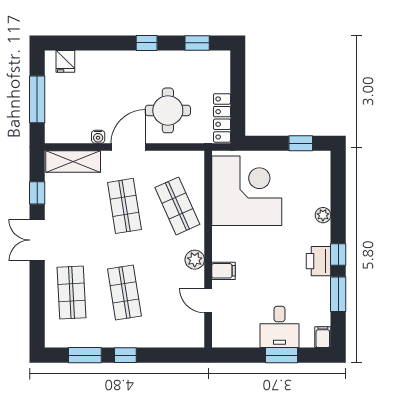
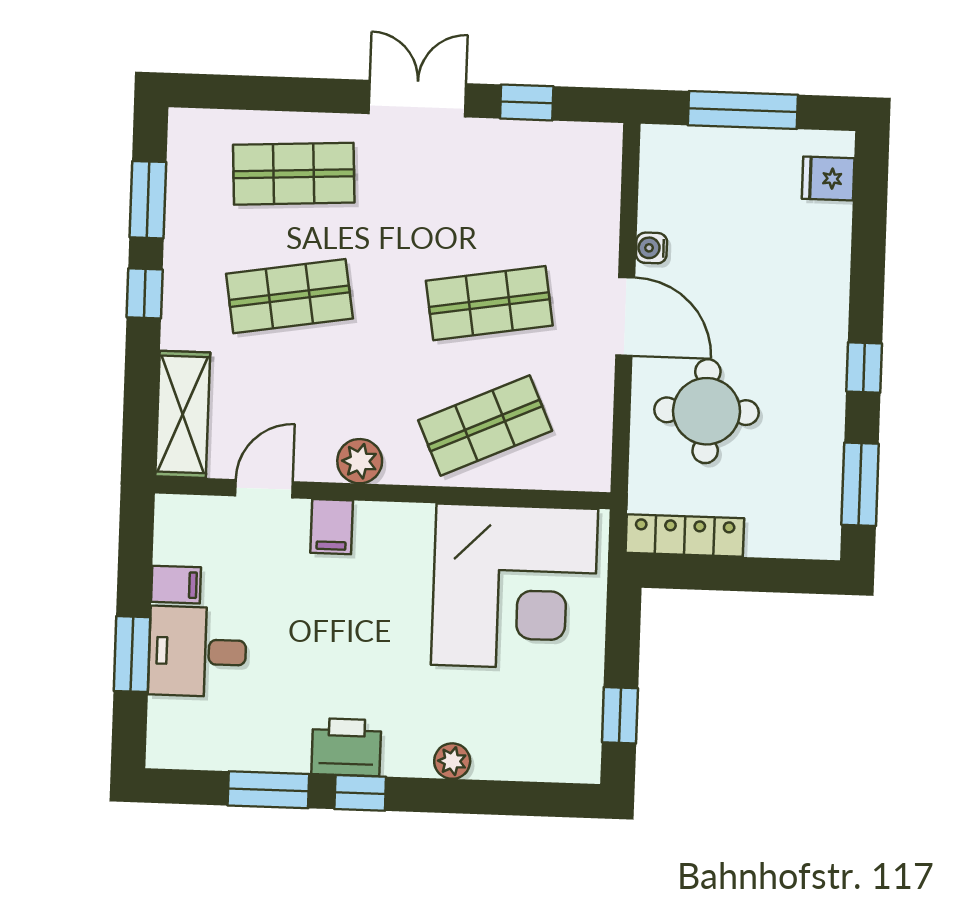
window: (197, 43) -> (860, 484), width x1.50
shelving: (73, 162) -> (183, 414), moved
filing cabinet: (323, 337) -> (176, 585), moved

